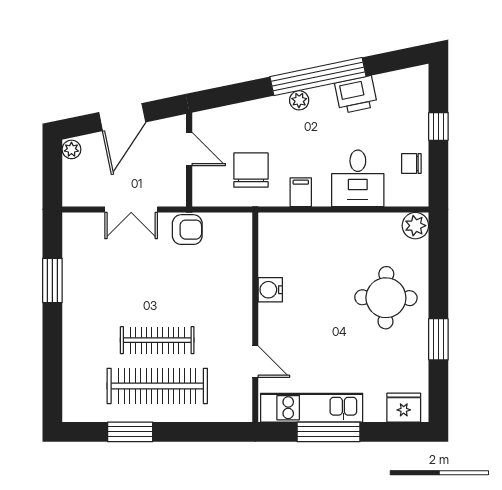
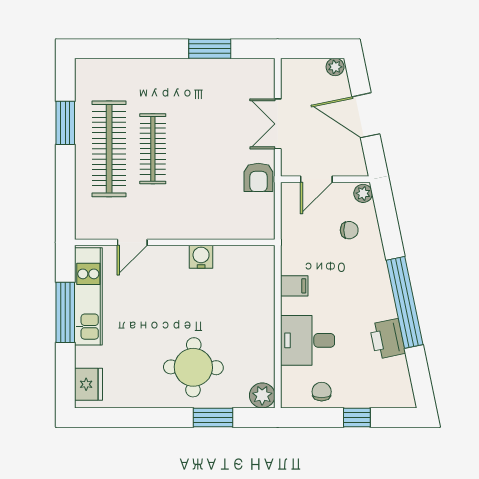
plant: (299, 100) -> (363, 193), moved
door: (189, 149) -> (316, 179), moved
chair: (251, 170) -> (349, 230), moved, width x0.54, depth x0.54
window: (438, 339) -> (213, 417), moved

